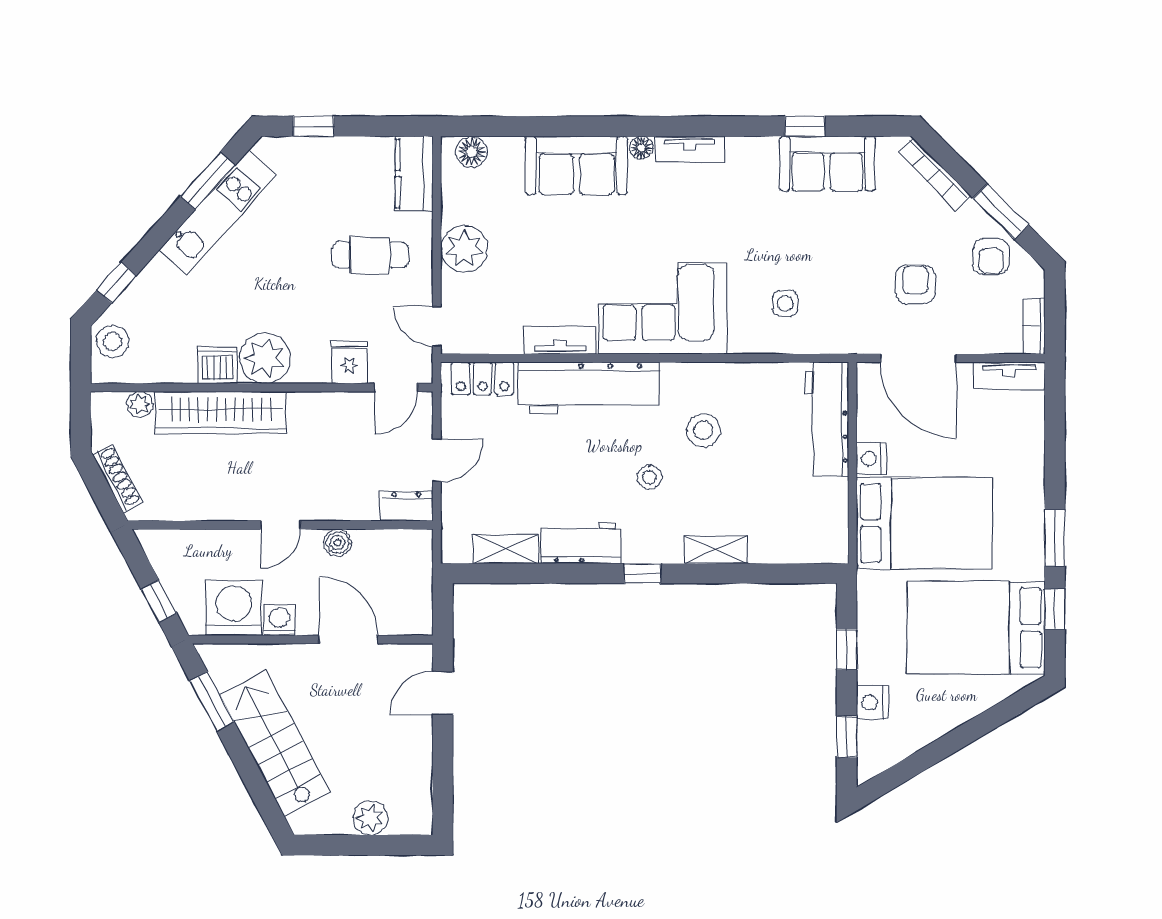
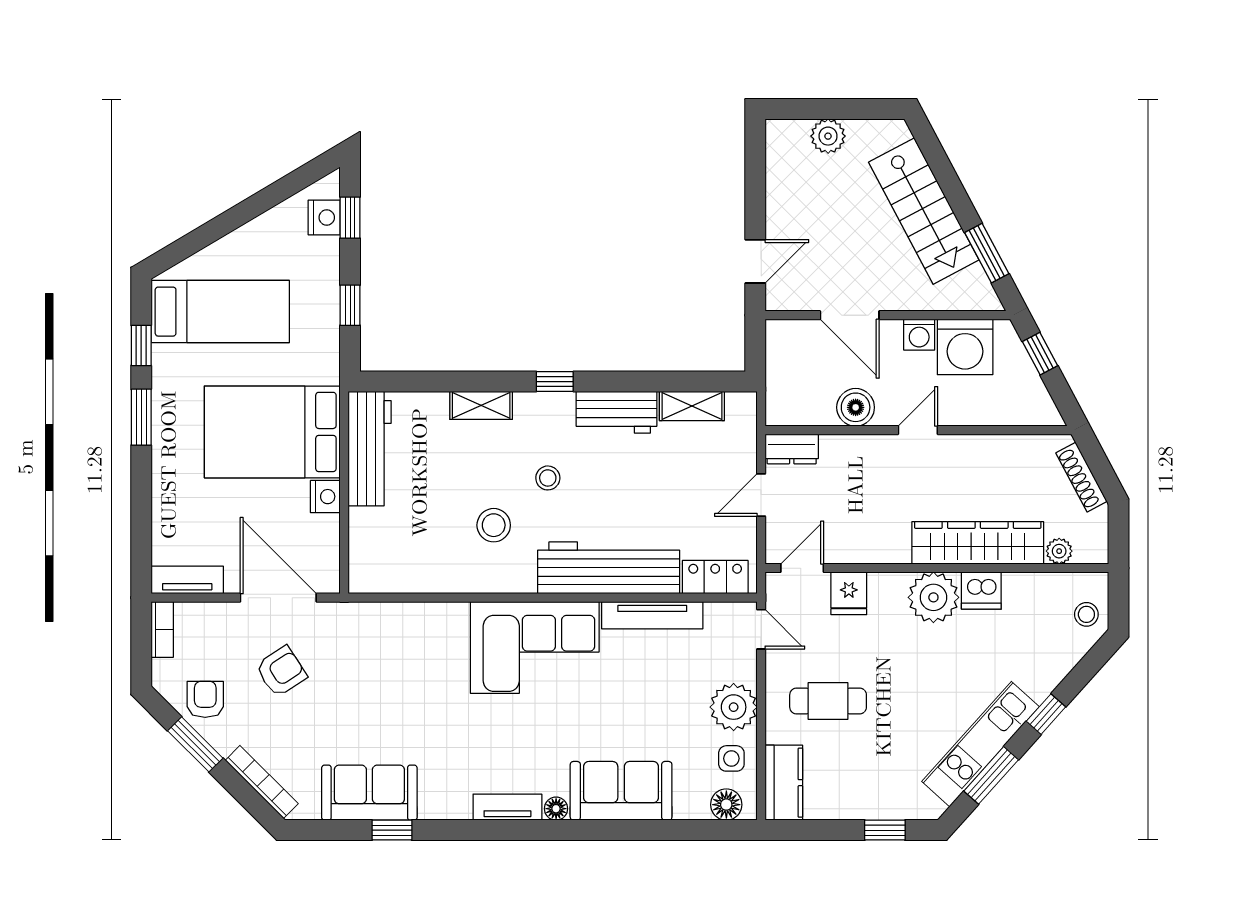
window: (116, 283) -> (1046, 714), moved
armchair: (915, 285) -> (281, 671), turned -123
side table: (785, 303) -> (731, 758), moved
tv unit: (560, 340) -> (652, 615), width x1.41
stool: (113, 341) -> (1086, 614), width x0.73, depth x0.73
workbench: (827, 420) -> (370, 449), moved
boiler: (338, 543) -> (856, 407), width x1.36, depth x1.36
bed: (976, 628) -> (220, 312), width x0.67
nightstand: (872, 702) -> (324, 218), moved

